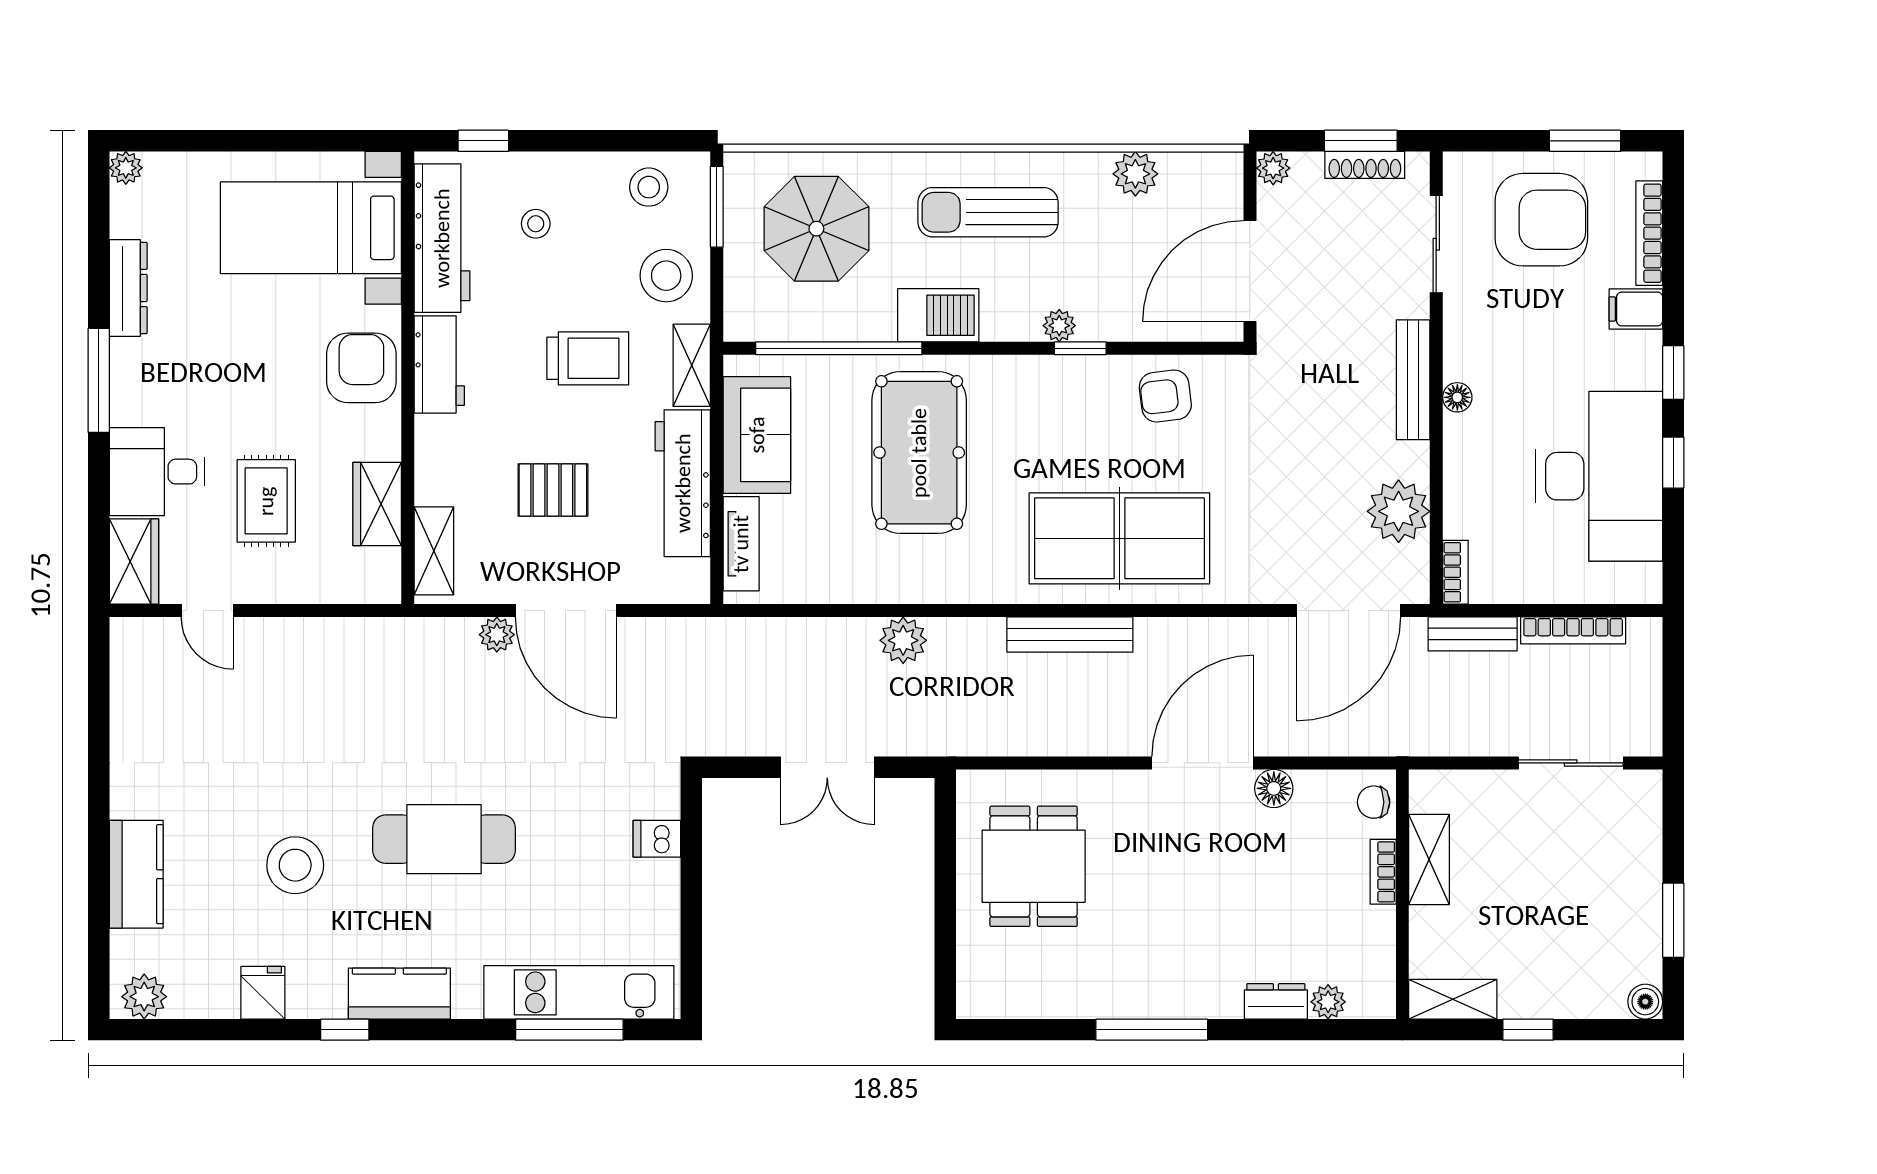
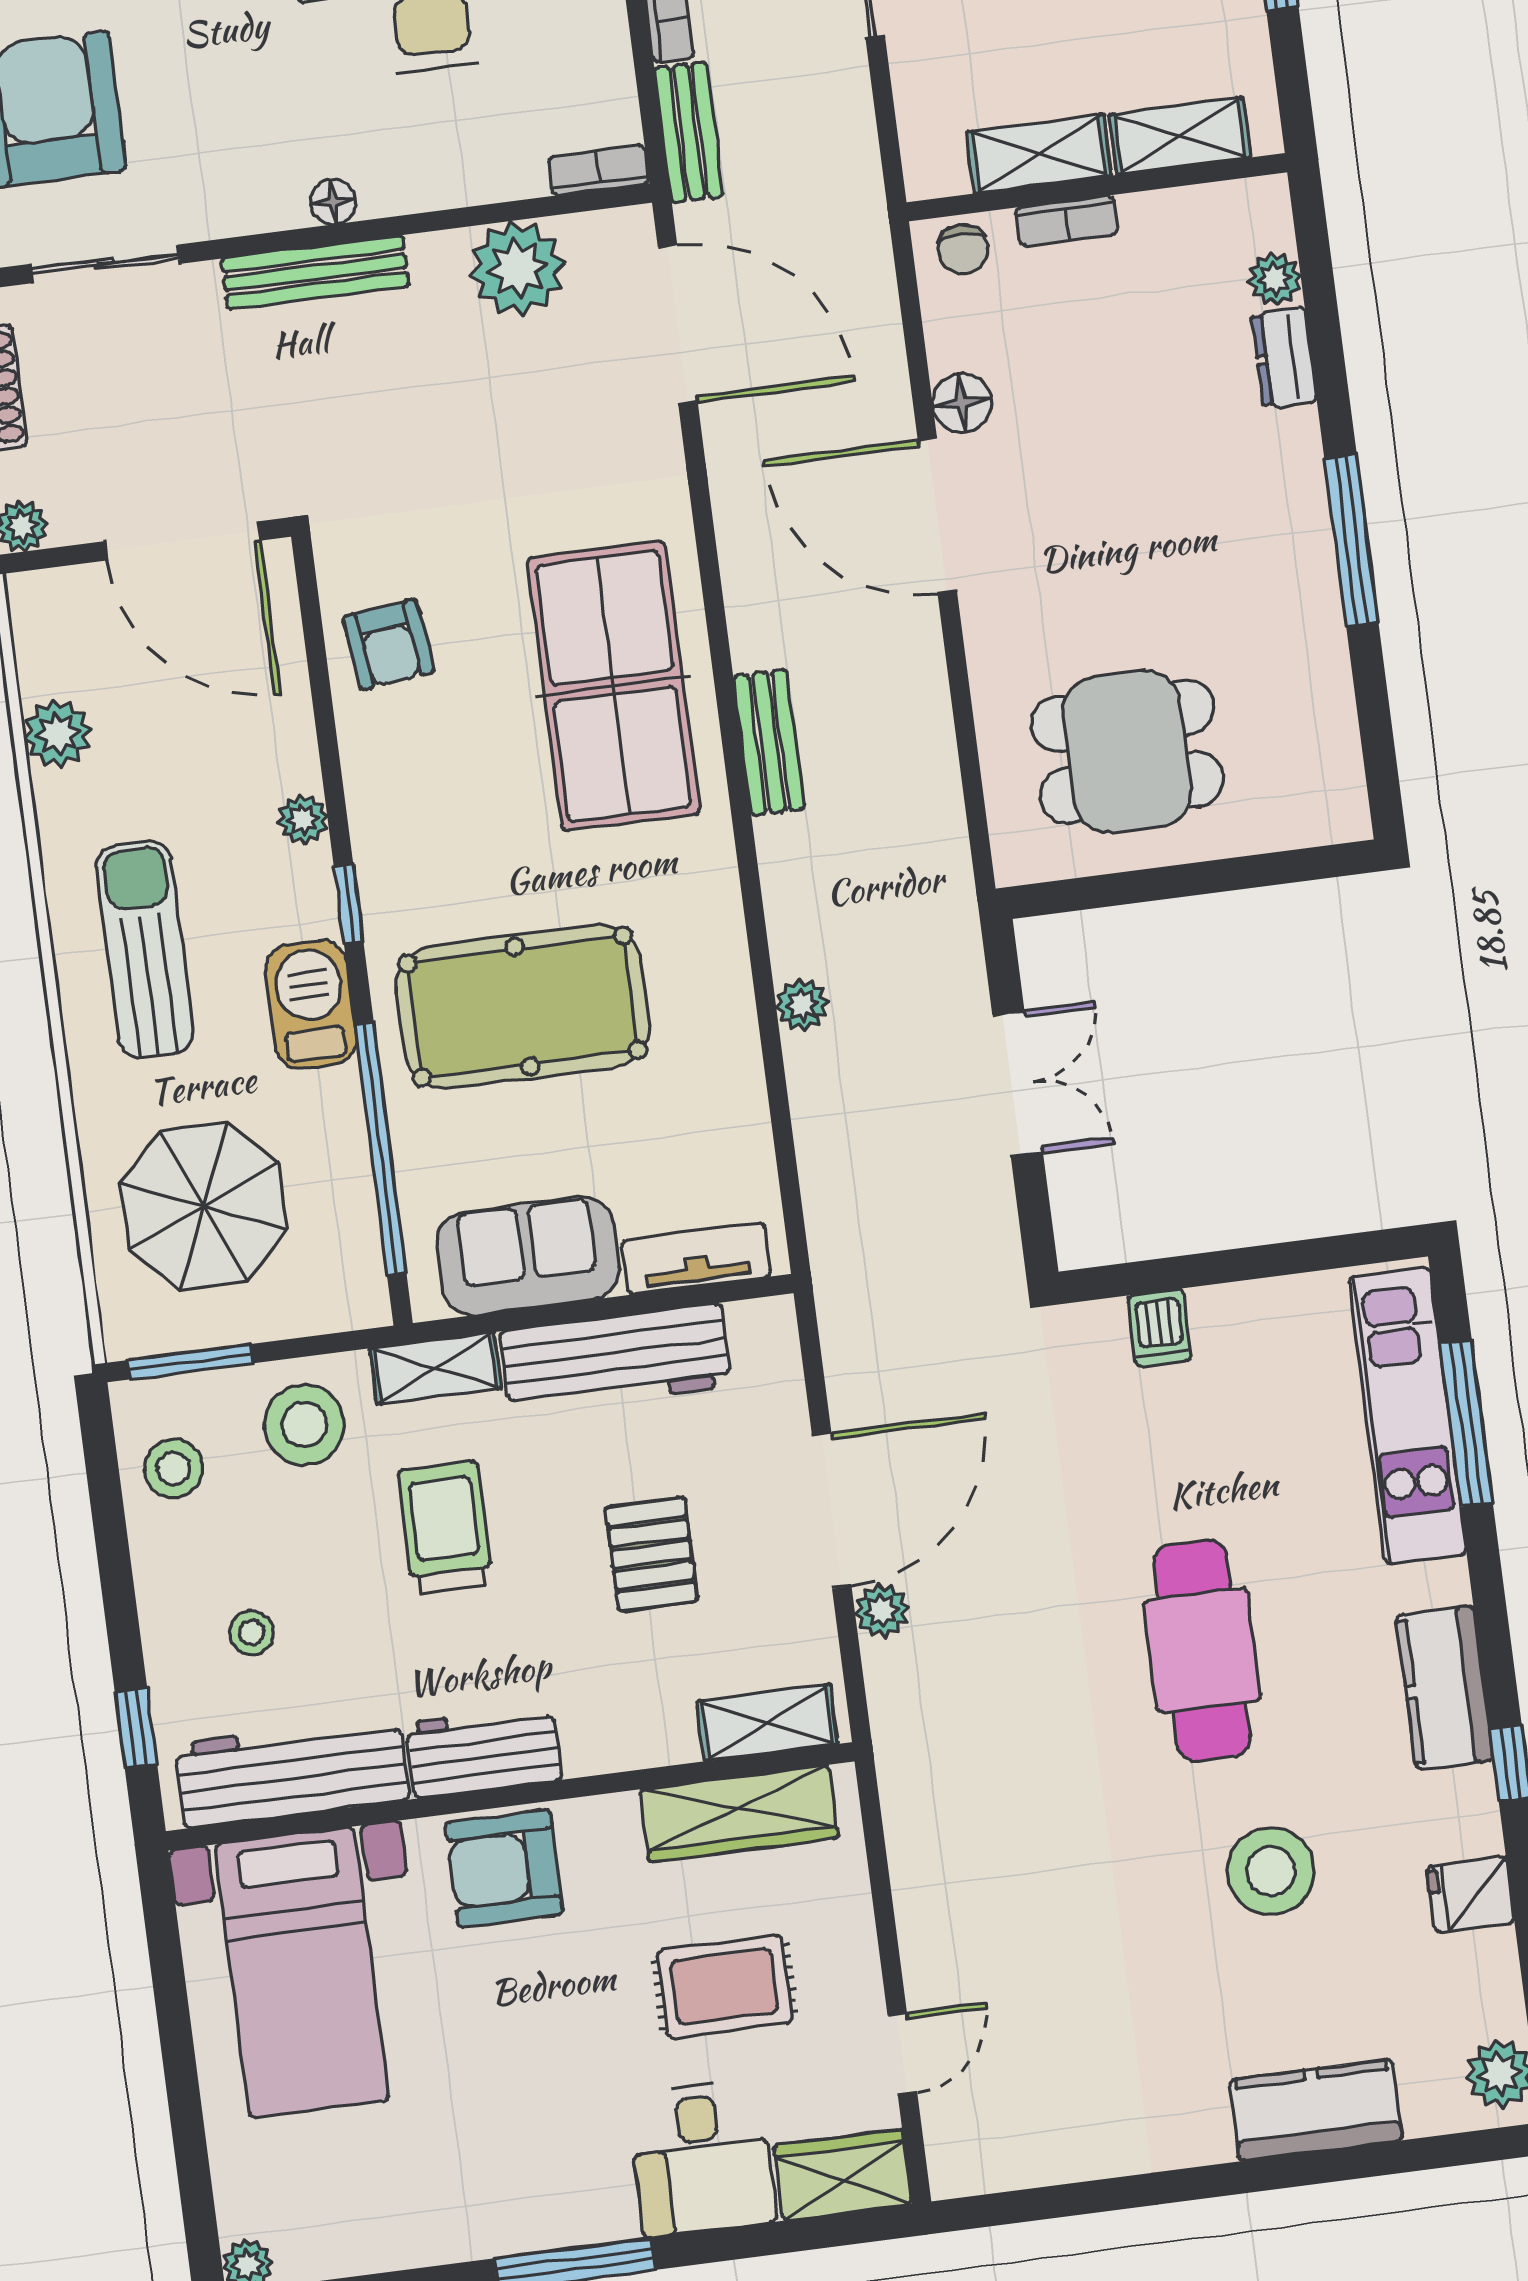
sun lounger: (988, 212) -> (145, 949), turned 180
dresser: (128, 288) -> (429, 2238), removed
window: (1080, 348) -> (349, 904), moved
wardrobe: (377, 504) -> (739, 1814), width x1.50
bench: (1070, 635) -> (769, 742), width x0.73
plant: (903, 640) -> (802, 1005), width x0.73, depth x0.73
shelving: (1453, 999) -> (1180, 136), moved, turned 90

